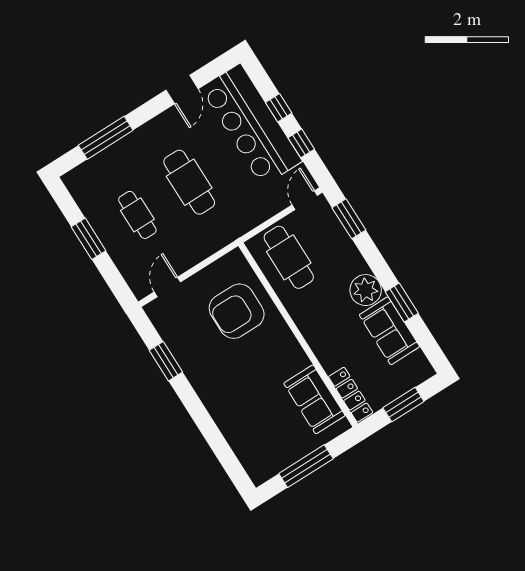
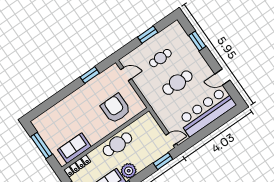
window: (279, 108) -> (216, 125), removed
window: (106, 138) -> (197, 41), width x0.69
window: (301, 143) -> (199, 136), removed
cafe table: (289, 257) -> (117, 144), moved

